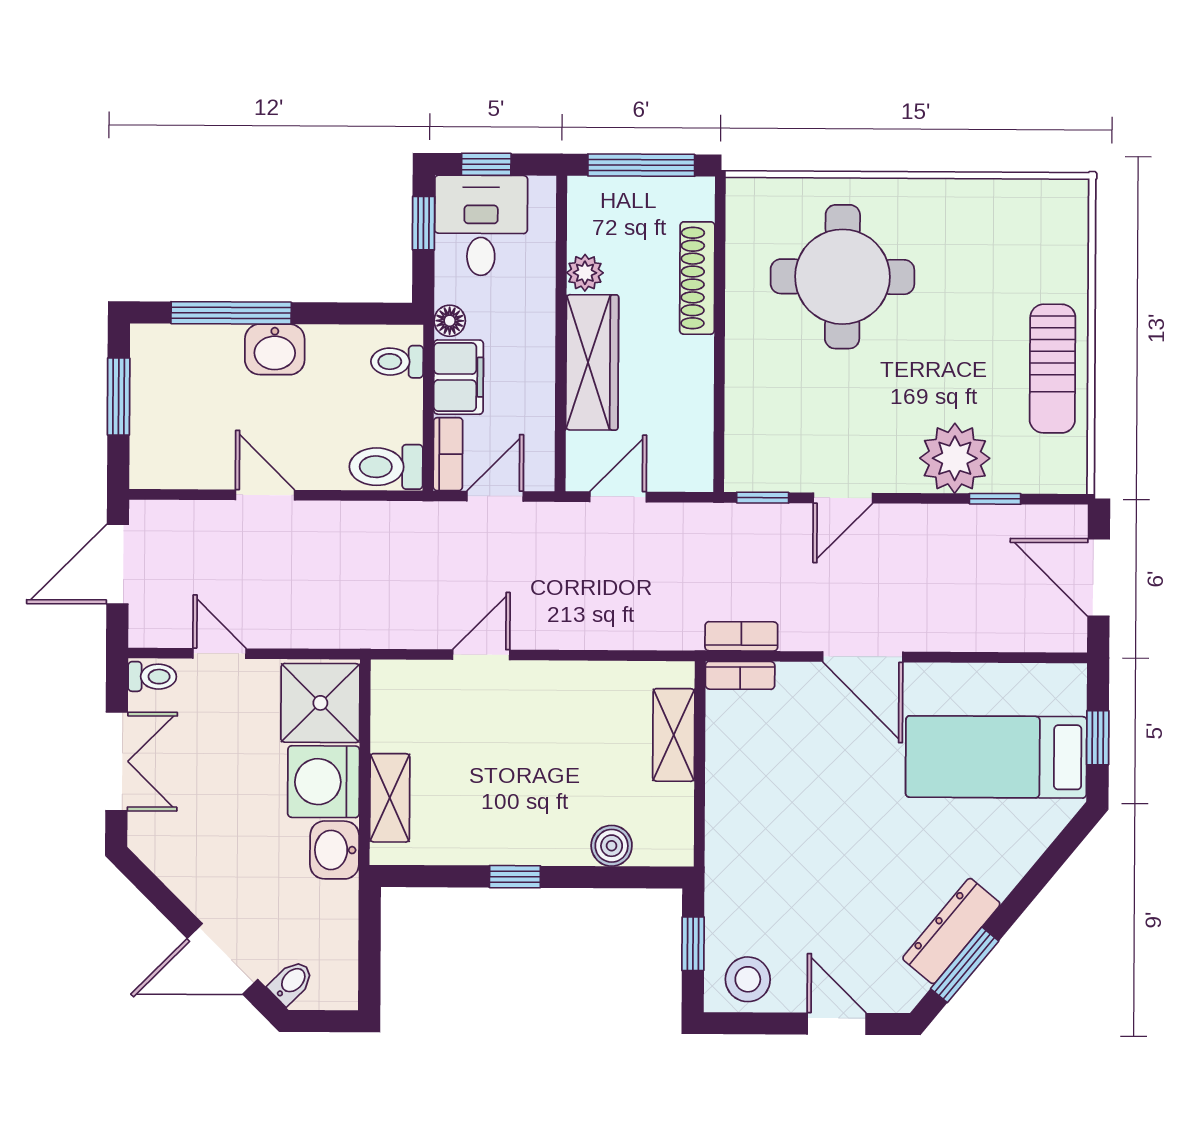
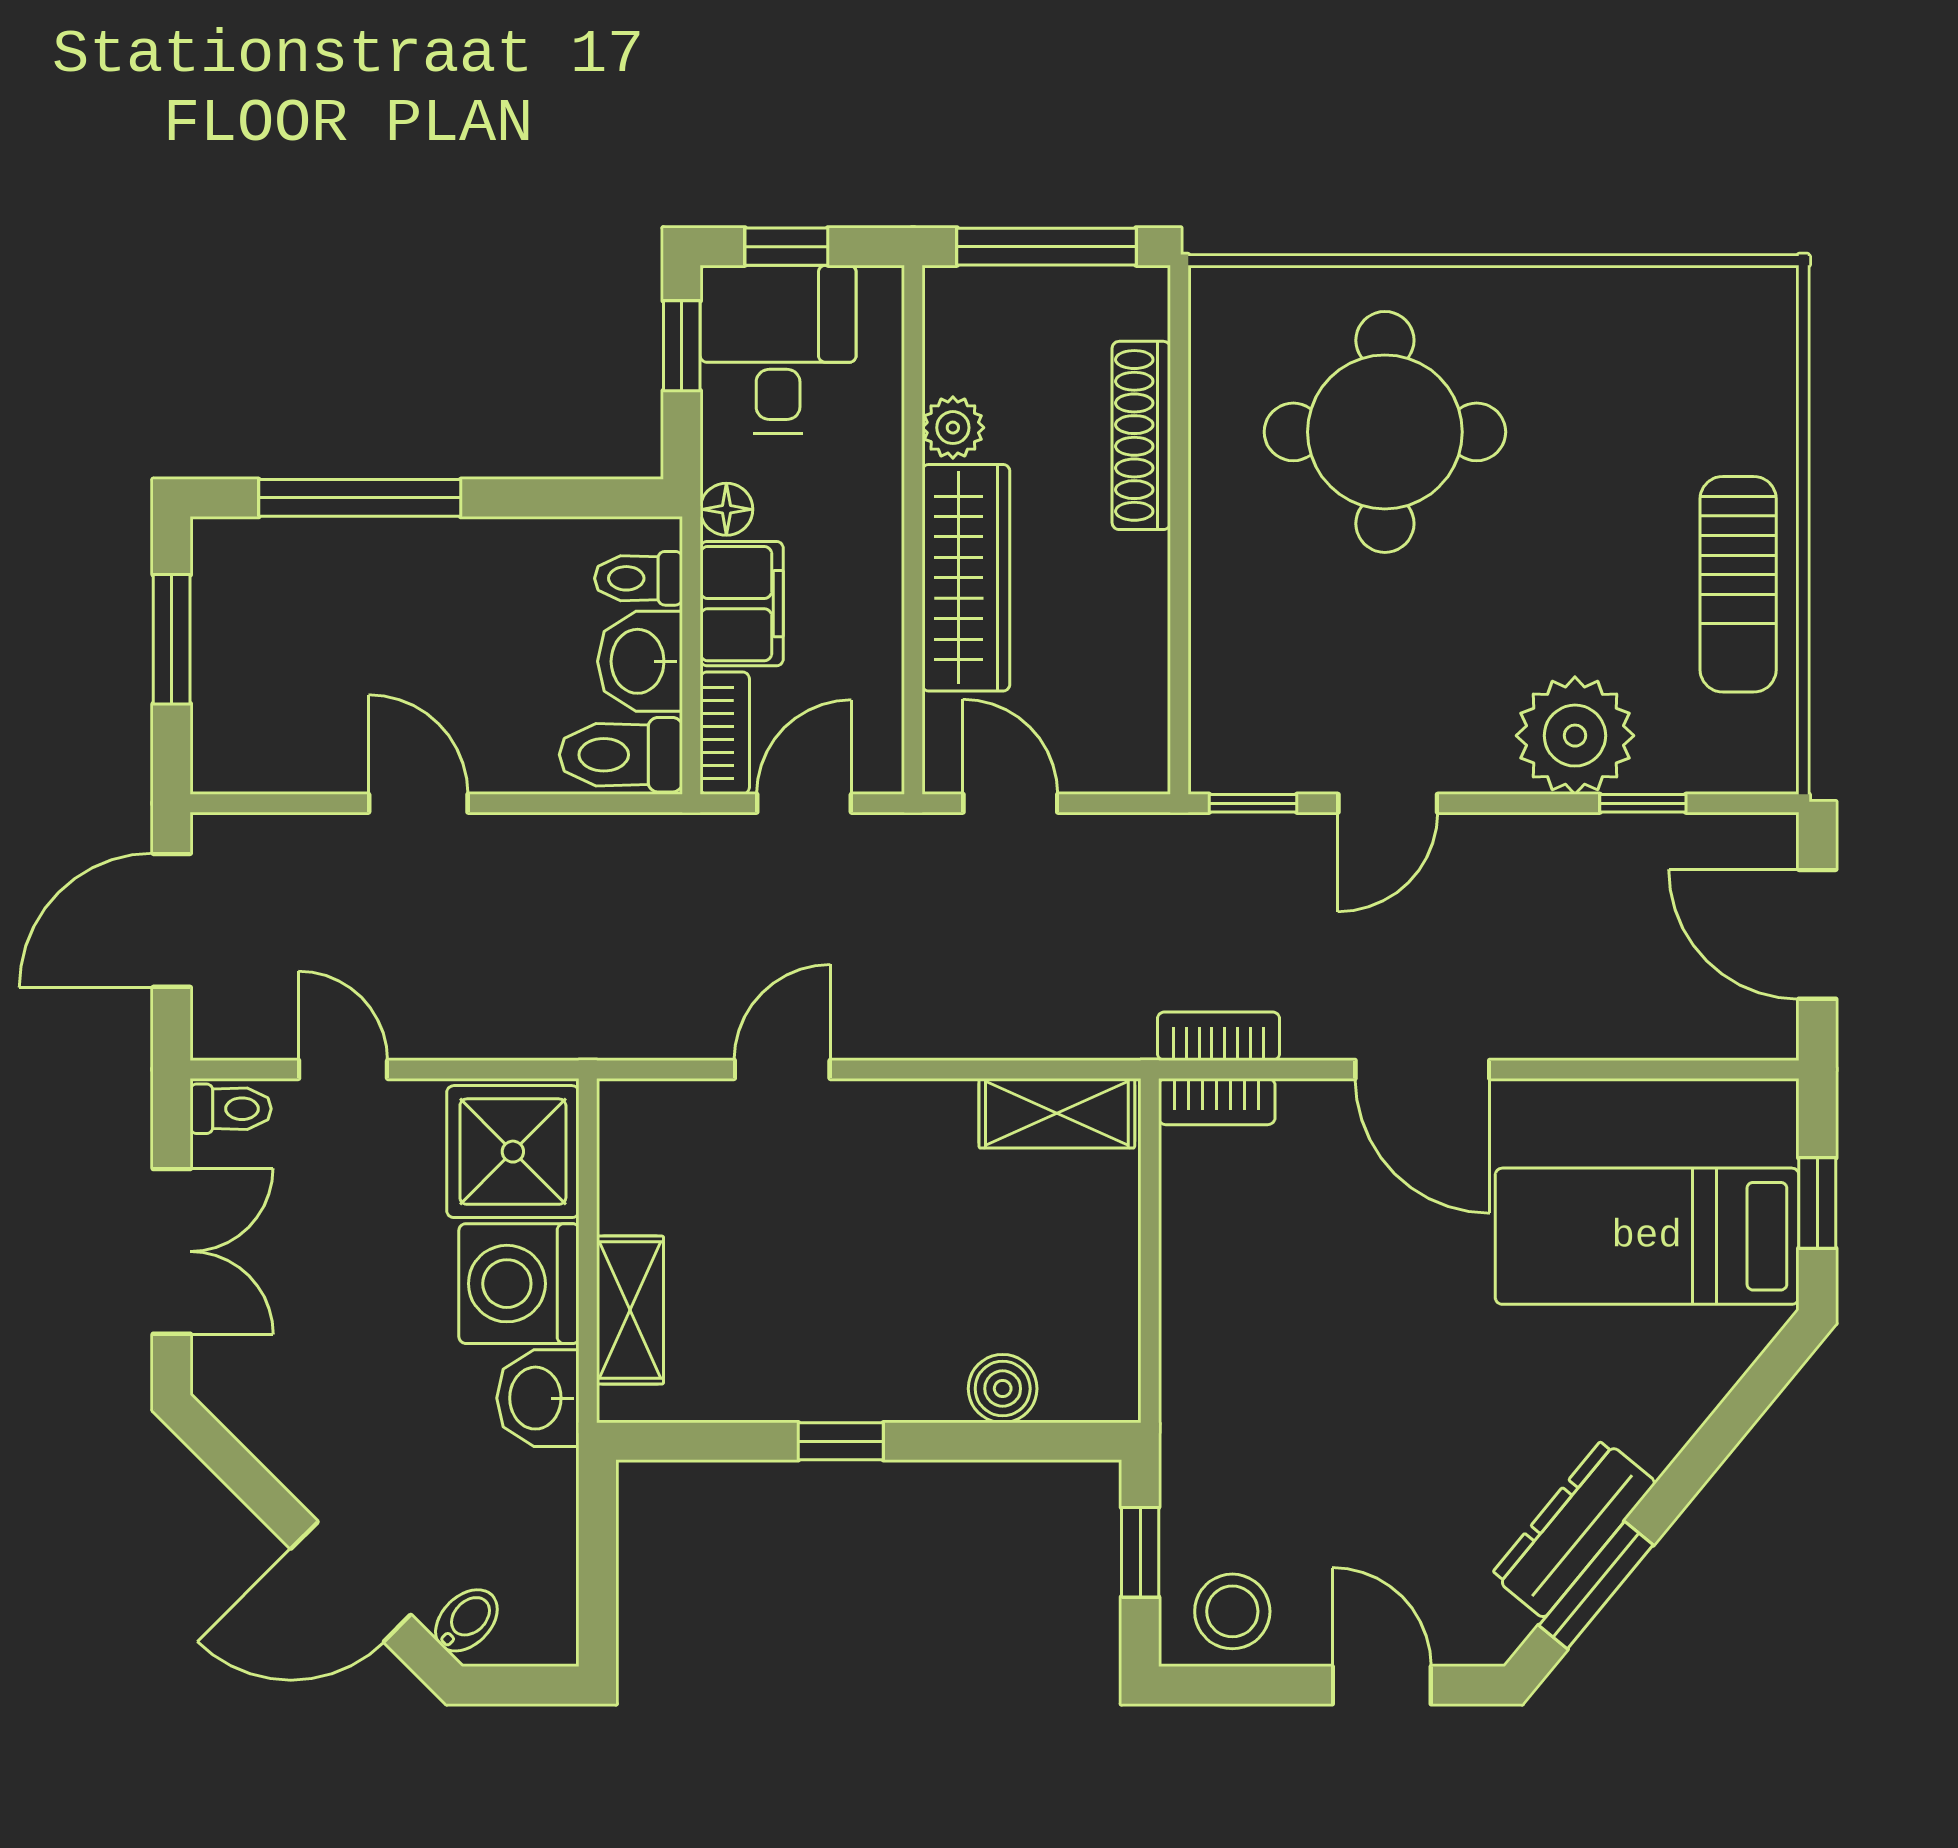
washbasin: (275, 349) -> (640, 661), moved, turned 90
door: (618, 497) -> (1010, 803), hinge flipped
shelving: (674, 735) -> (1057, 1113), moved, turned 90

